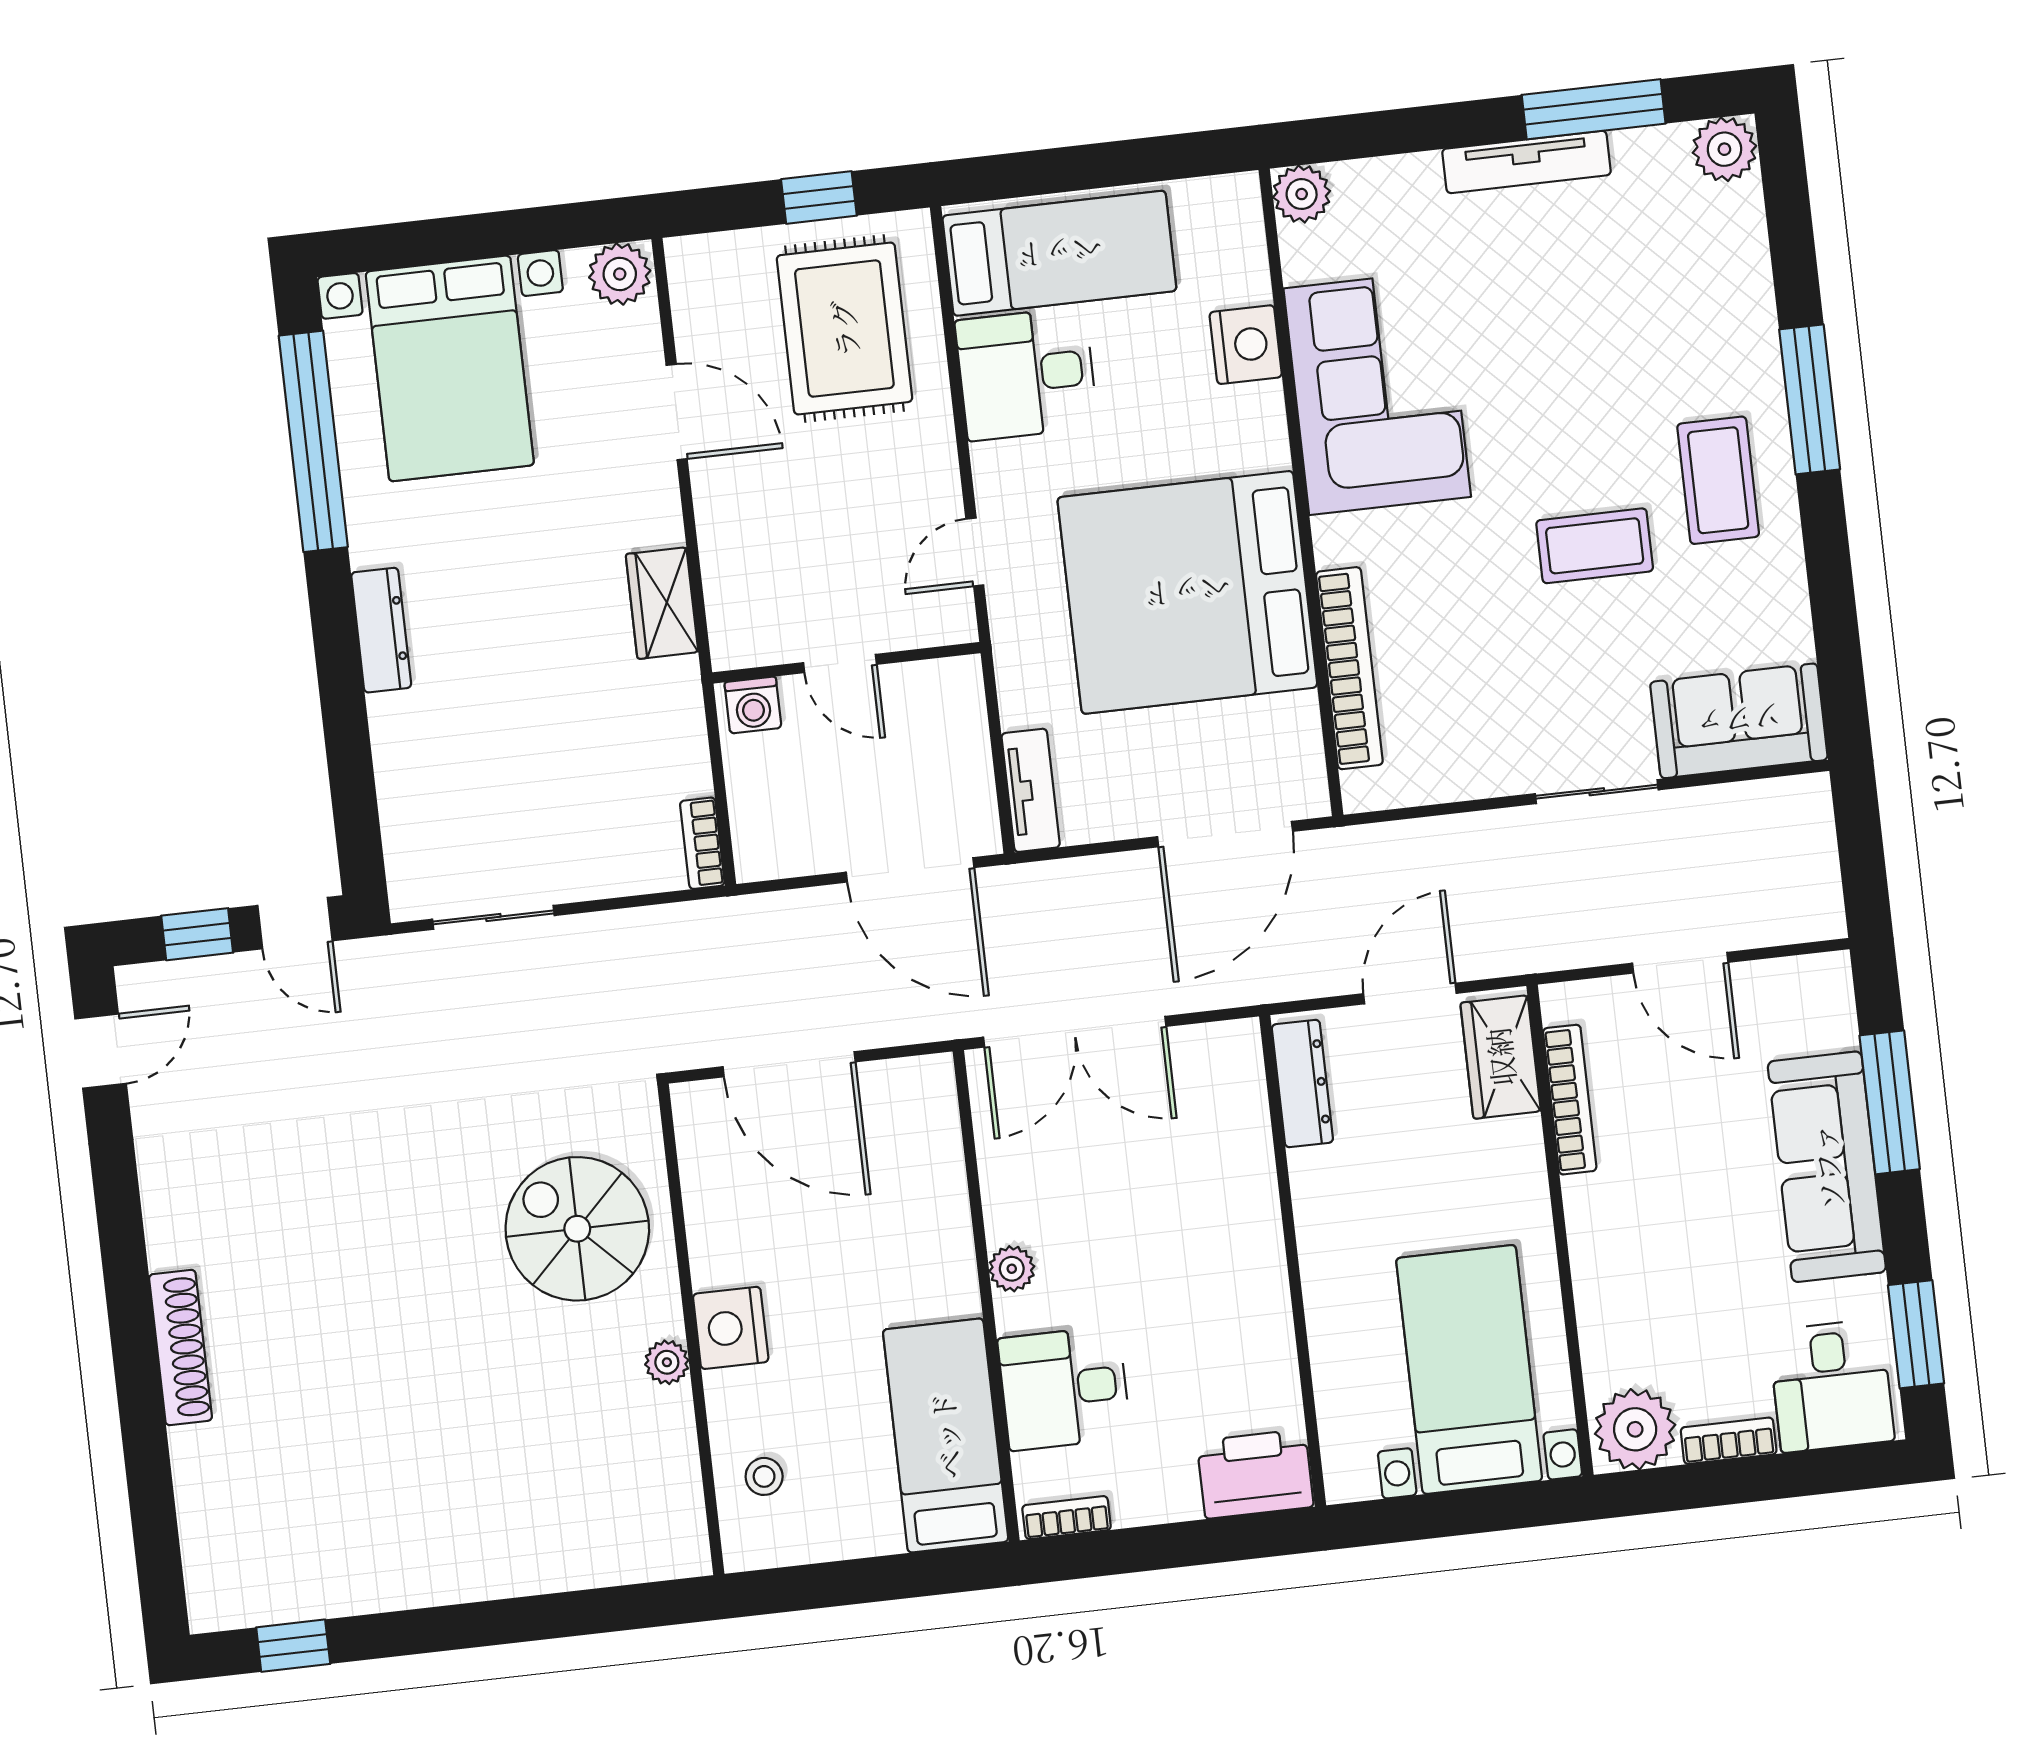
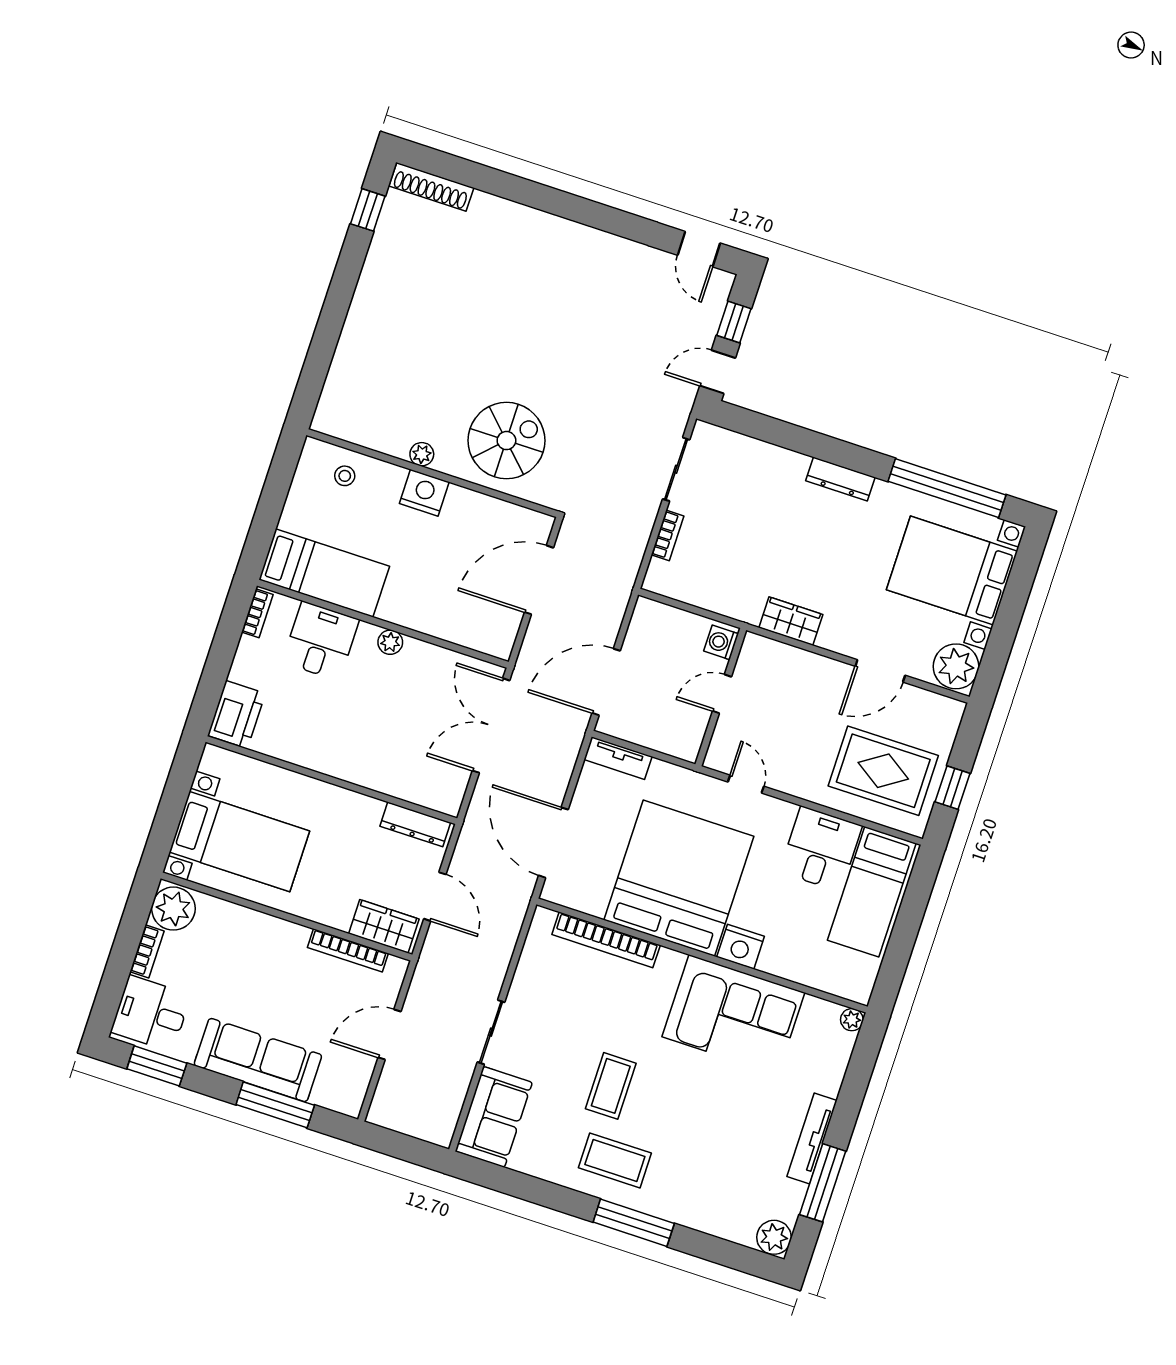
plant: (1302, 194) -> (852, 1020), width x0.73, depth x0.73
plant: (620, 274) -> (956, 666), width x1.36, depth x1.36
nightstand: (1246, 345) -> (741, 947), moved
bookcase: (702, 843) -> (667, 535), moved, turned 90
shoe rack: (180, 1347) -> (431, 187), moved

